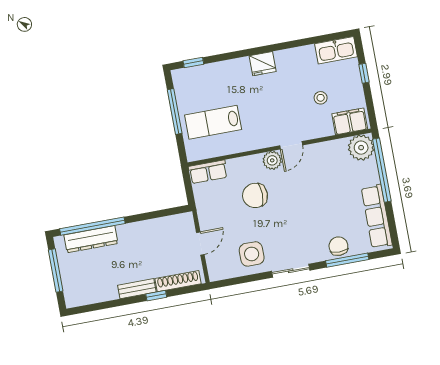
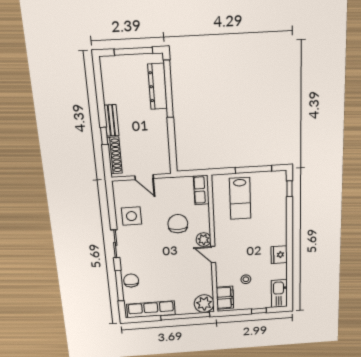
fridge: (263, 64) -> (279, 255), moved
lab bench: (213, 122) -> (240, 198), turned 180
chair: (338, 246) -> (131, 280), turned -90

